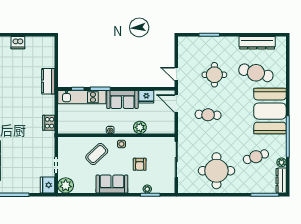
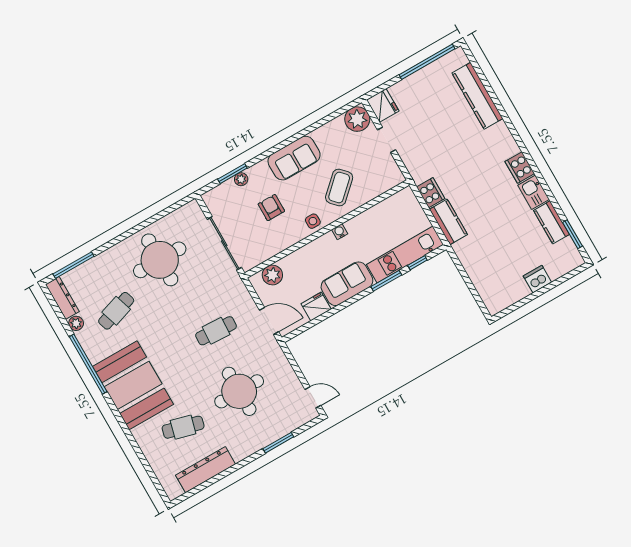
cafe table: (256, 73) -> (183, 427), width x0.73, depth x0.74
door: (176, 74) -> (313, 397), moved
round table: (214, 75) -> (239, 391), width x1.36, depth x1.36
kitchen counter: (48, 81) -> (448, 222), moved
plant: (140, 127) -> (272, 275), moved

